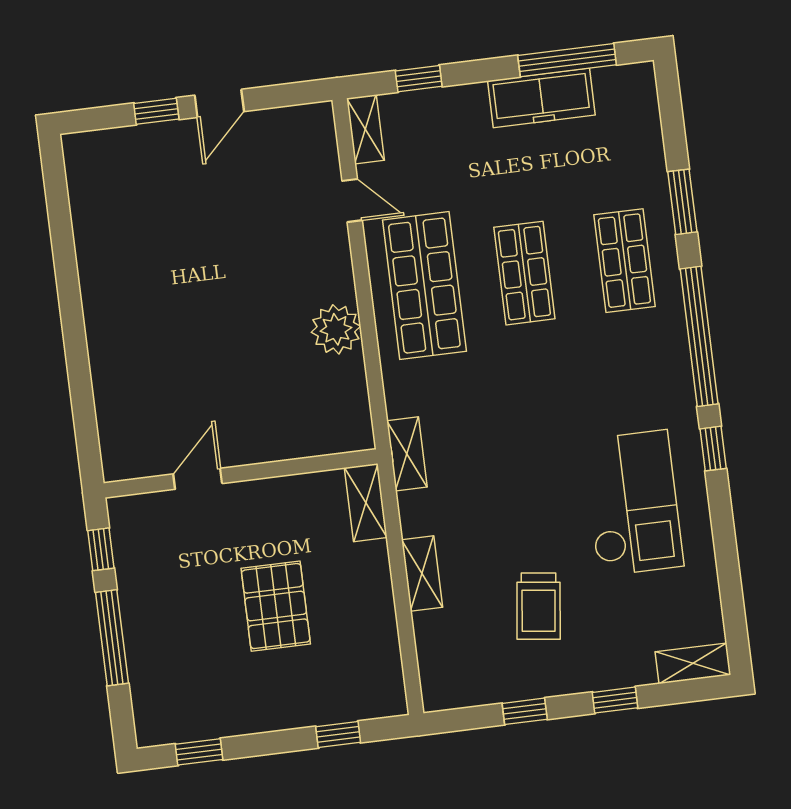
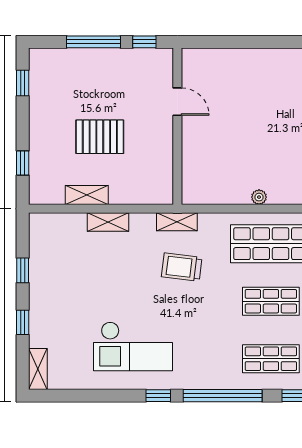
plant: (336, 329) -> (259, 197), width x0.53, depth x0.53
shelving: (366, 503) -> (87, 195), moved
trolley: (539, 606) -> (182, 267), moved

